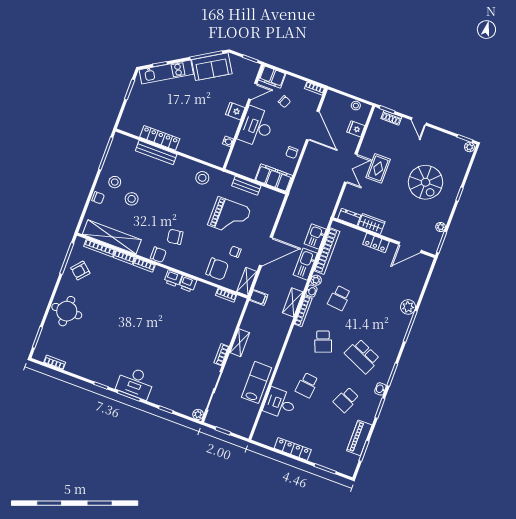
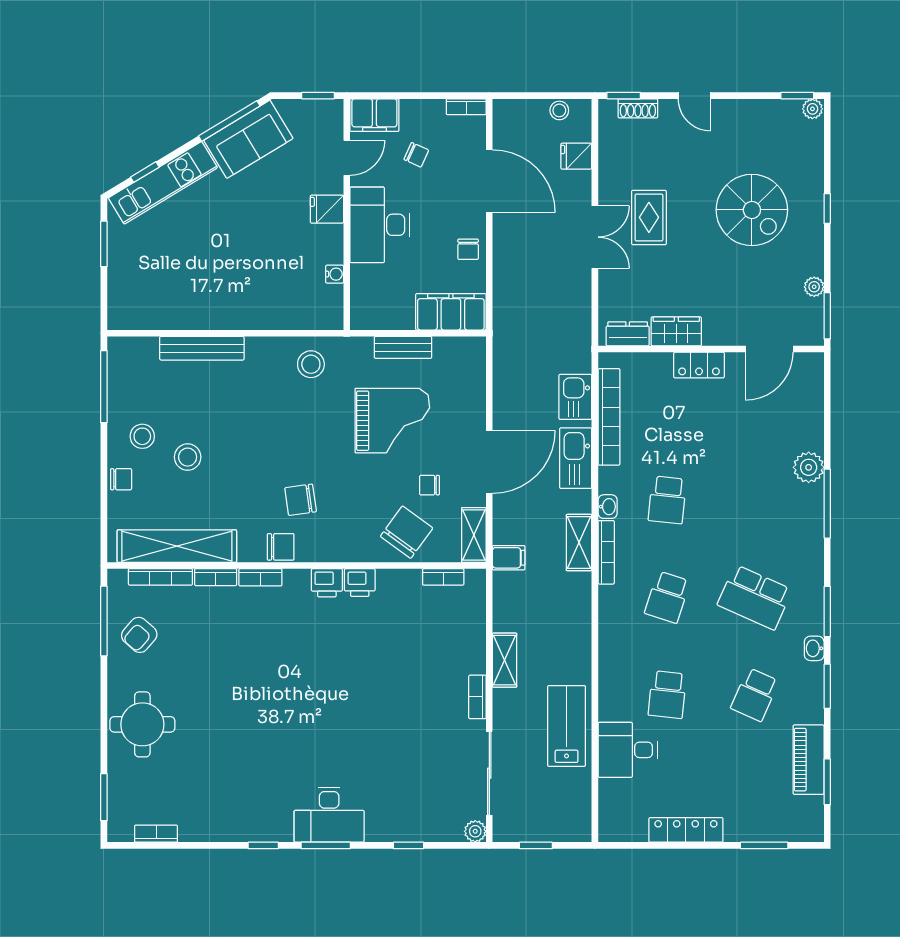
locker: (160, 138) -> (198, 317), removed
chair: (217, 269) -> (407, 532), turned -54
plant: (316, 280) -> (609, 482), removed
school desk: (323, 342) -> (667, 597), turned 39

